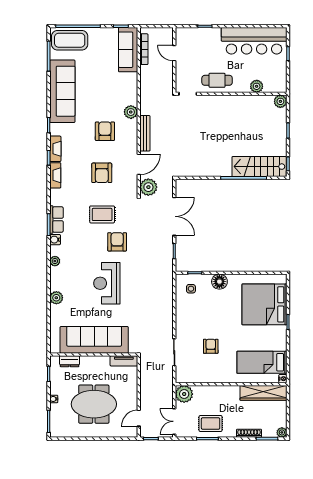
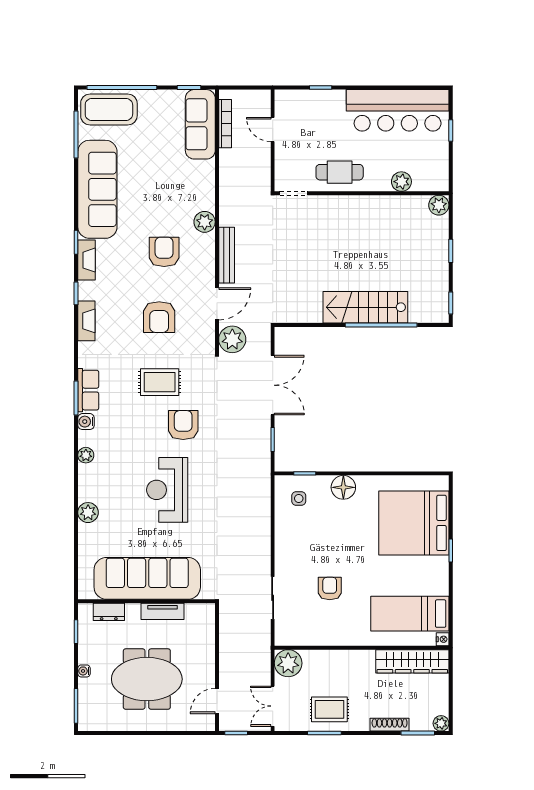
fireplace: (55, 149) -> (86, 260), moved
stairs: (259, 167) -> (365, 307), moved
tv unit: (124, 361) -> (162, 611), moved

